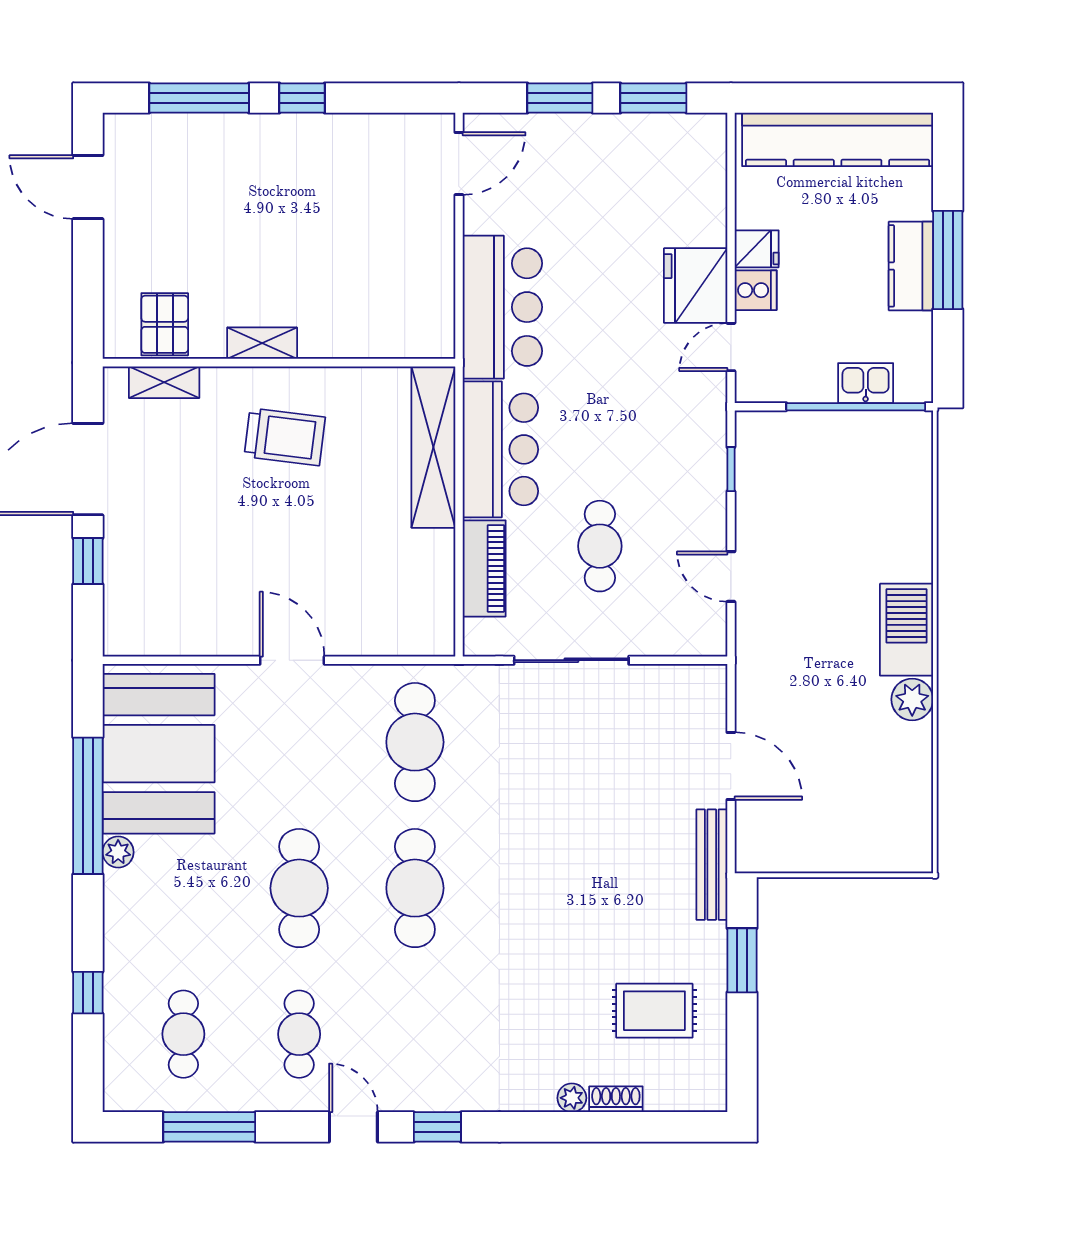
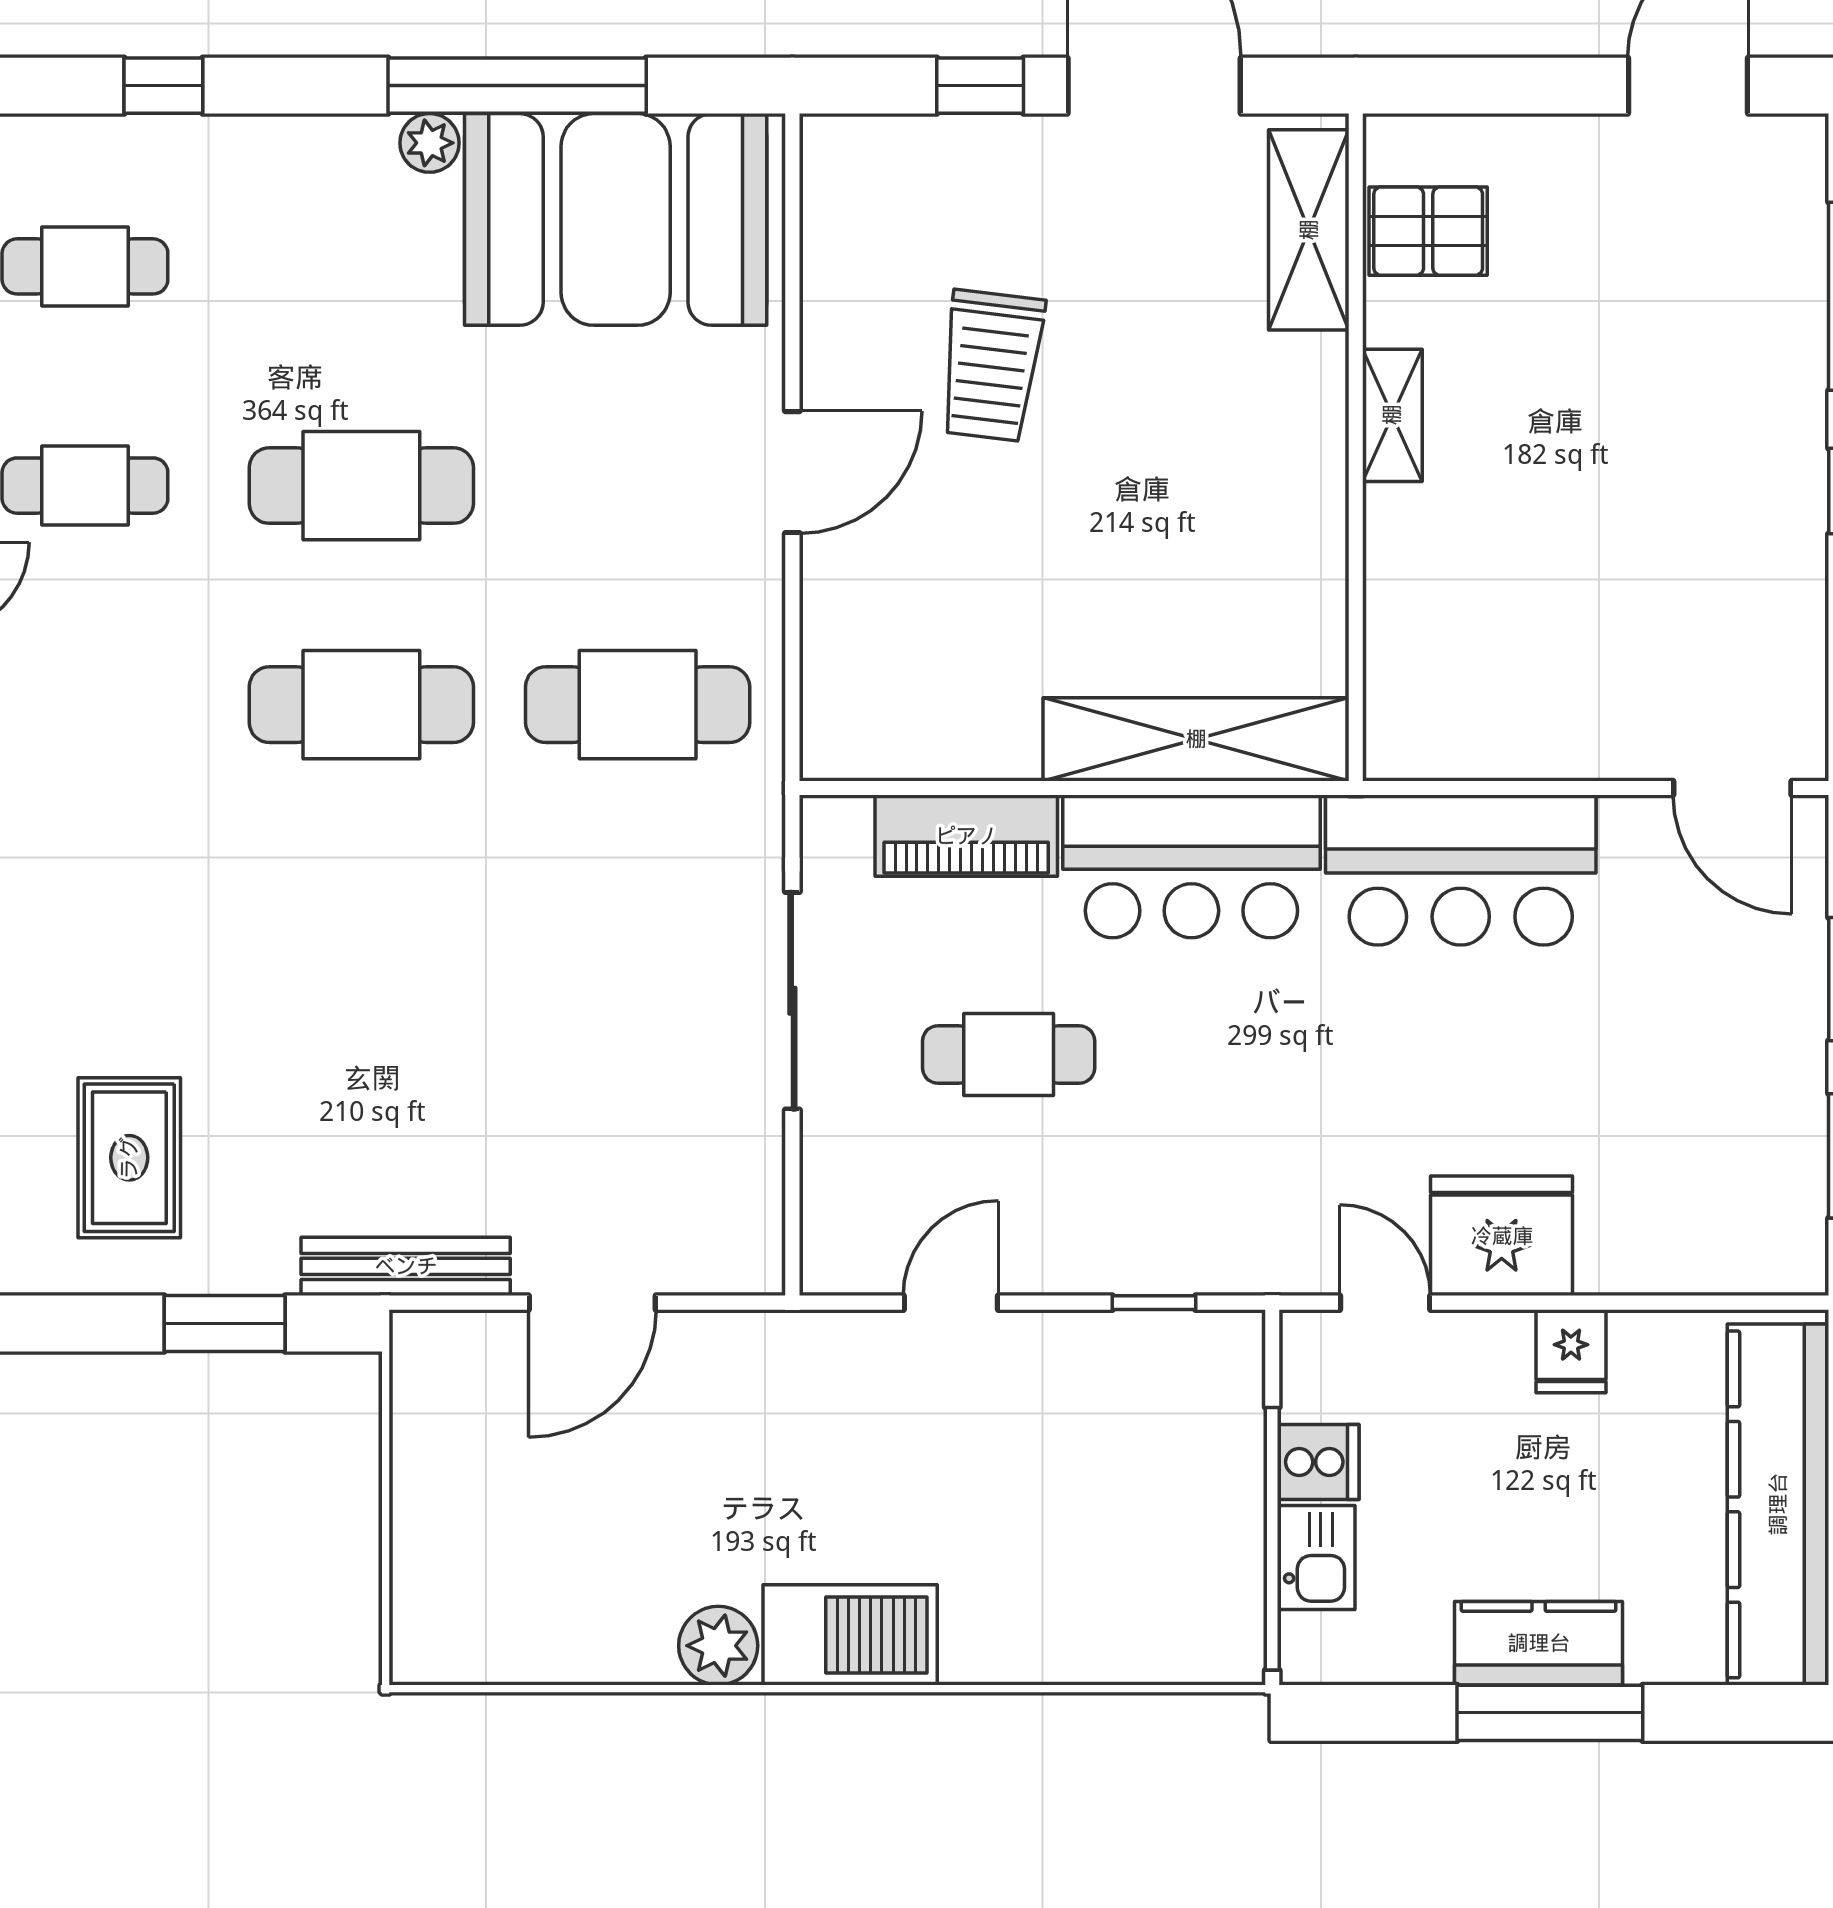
cooker: (756, 290) -> (1319, 1462), moved, turned -90
shelving: (164, 382) -> (1309, 230), width x1.50, depth x1.33
trolley: (285, 437) -> (991, 366), moved

